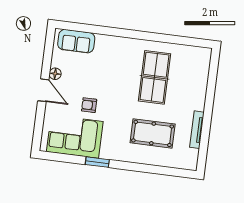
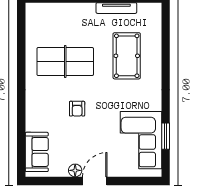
armchair: (89, 105) -> (77, 109), moved
window: (97, 162) -> (166, 136), moved

